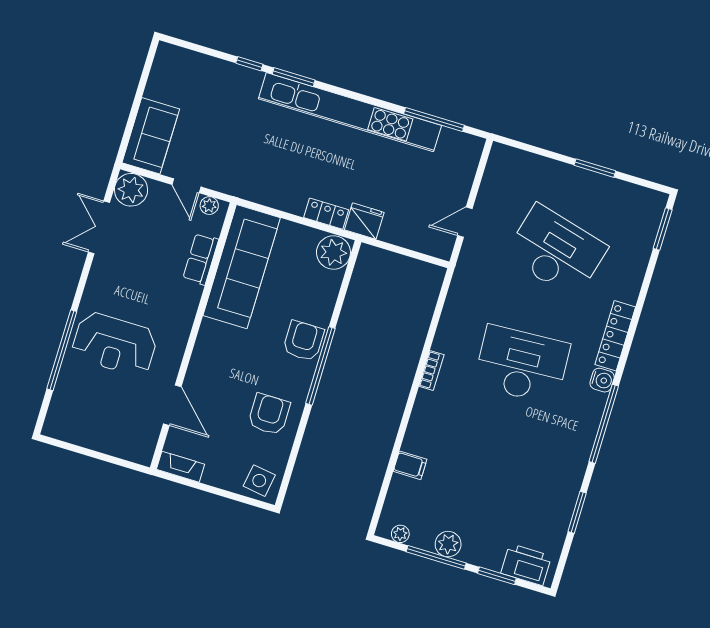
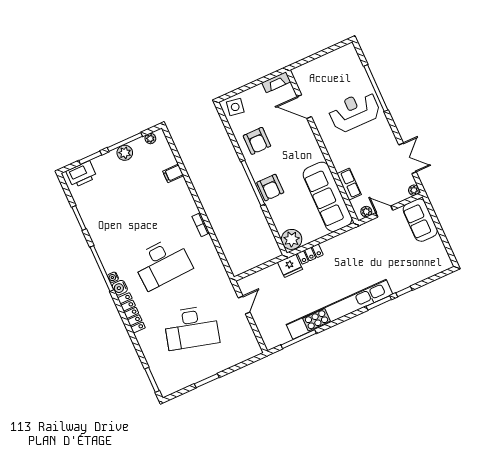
plant: (131, 190) -> (414, 190), width x0.53, depth x0.53
water cooler: (599, 401) -> (113, 277), added

